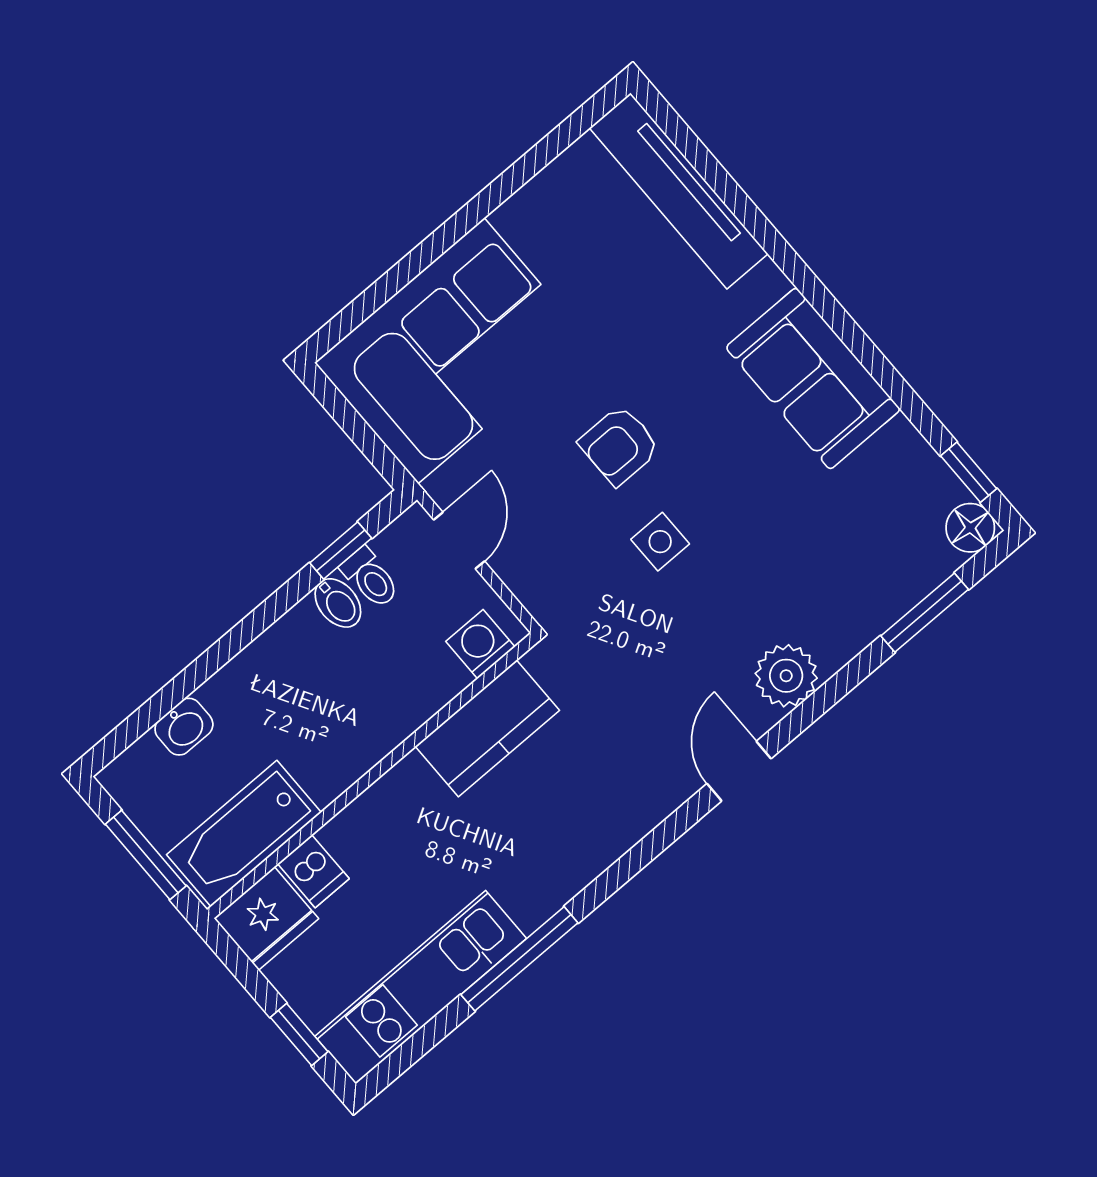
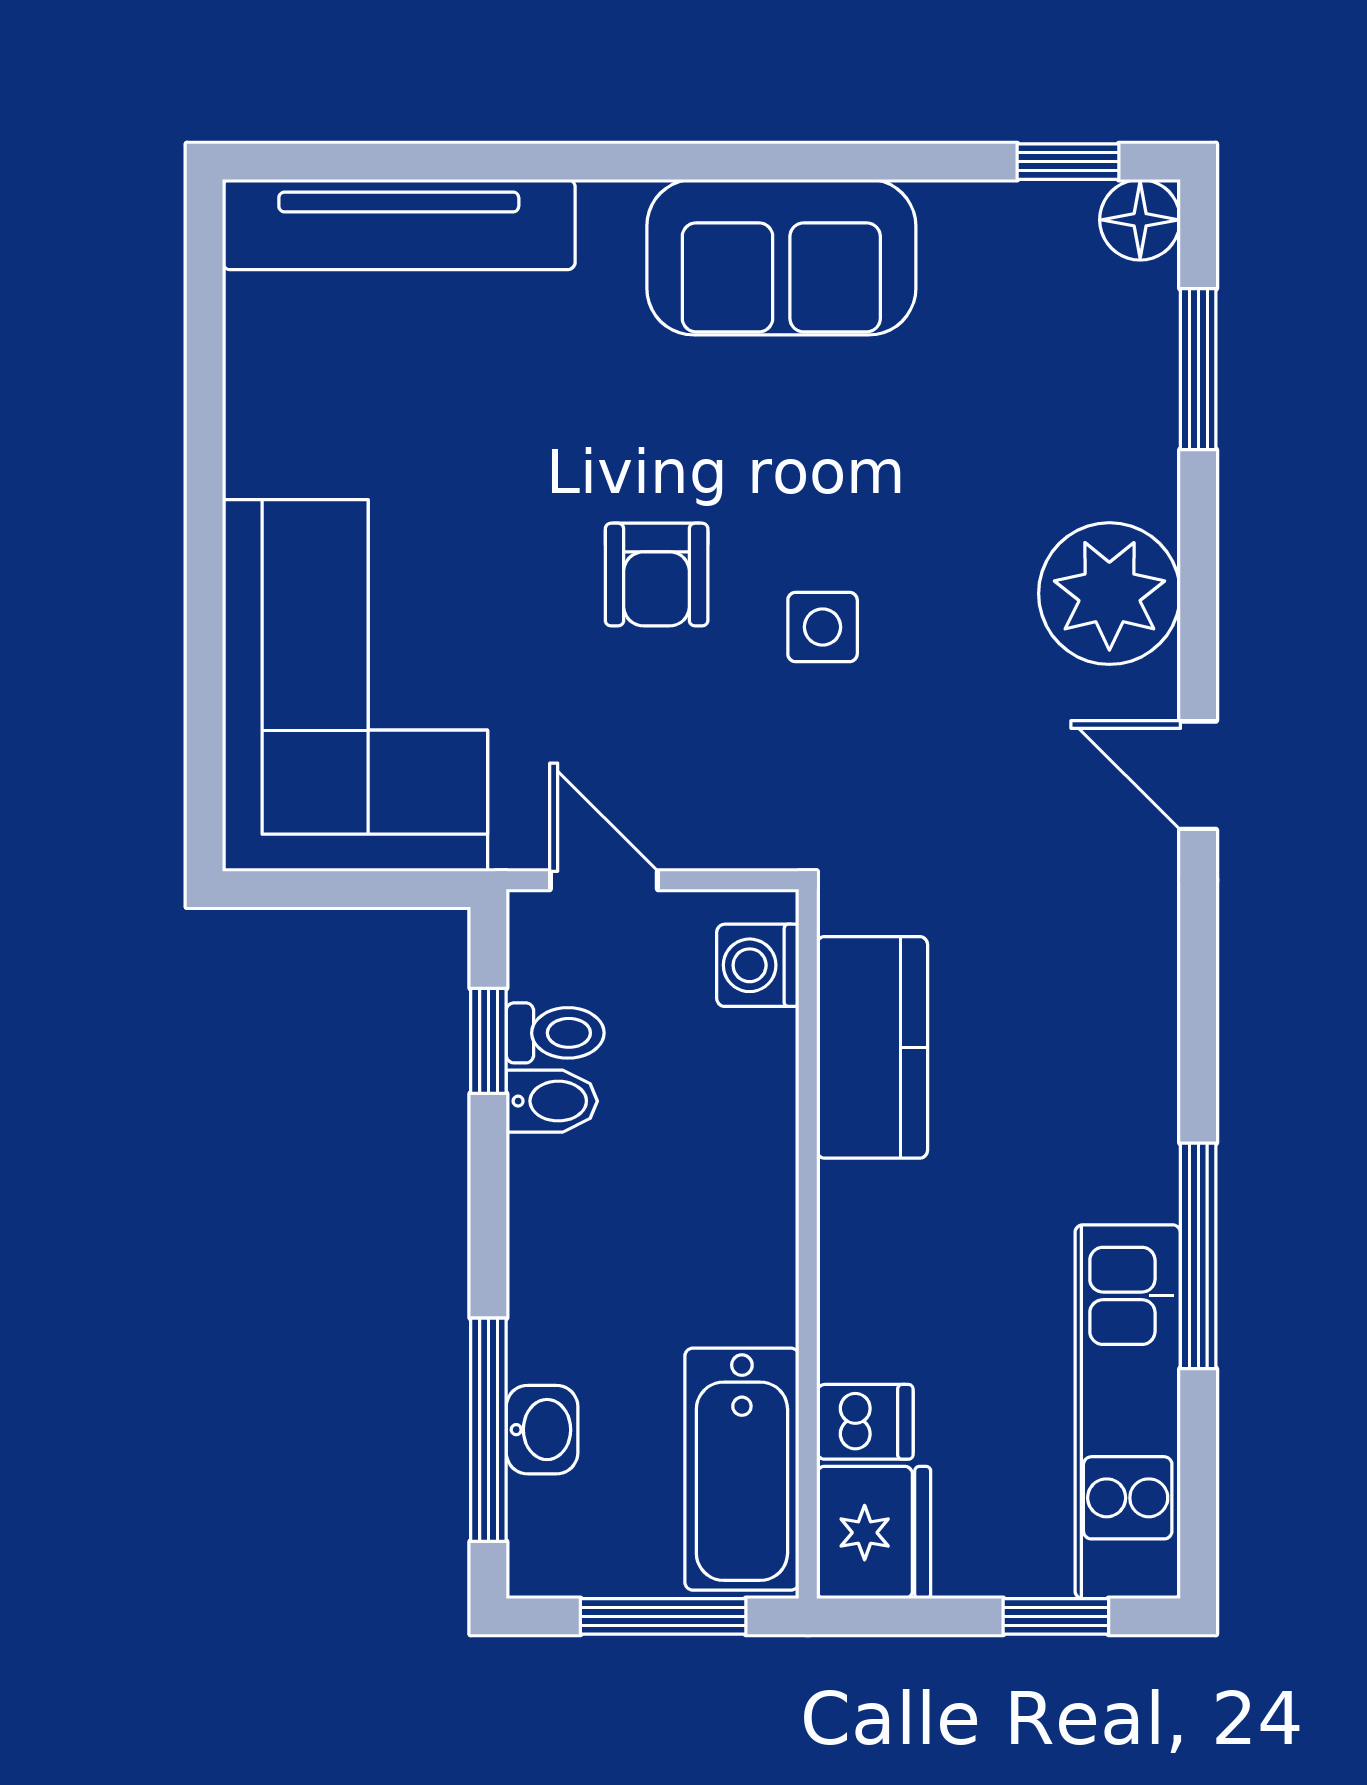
plant: (786, 676) -> (1109, 594), width x1.36, depth x1.36
window: (163, 702) -> (488, 1430), added

